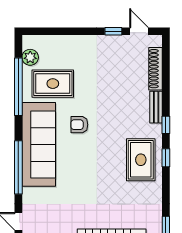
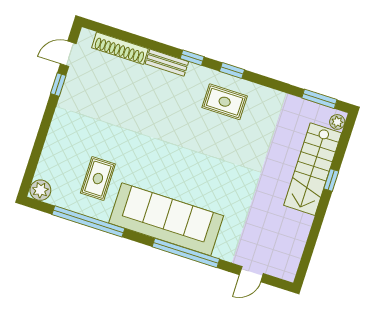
plant: (30, 57) -> (40, 190), moved
rug: (53, 84) -> (98, 179), width x0.73, depth x0.70
armchair: (79, 125) -> (158, 162), removed
rug: (141, 160) -> (225, 102), width x0.73, depth x0.70

